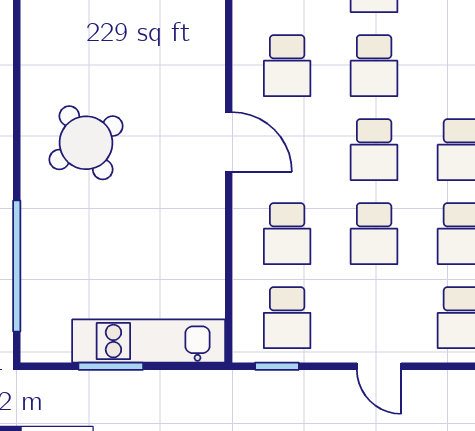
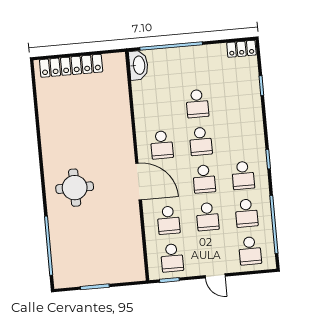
door: (229, 142) -> (139, 181), width x1.36
round table: (86, 143) -> (75, 188), turned 32
kitchen unit: (149, 341) -> (111, 274), removed

